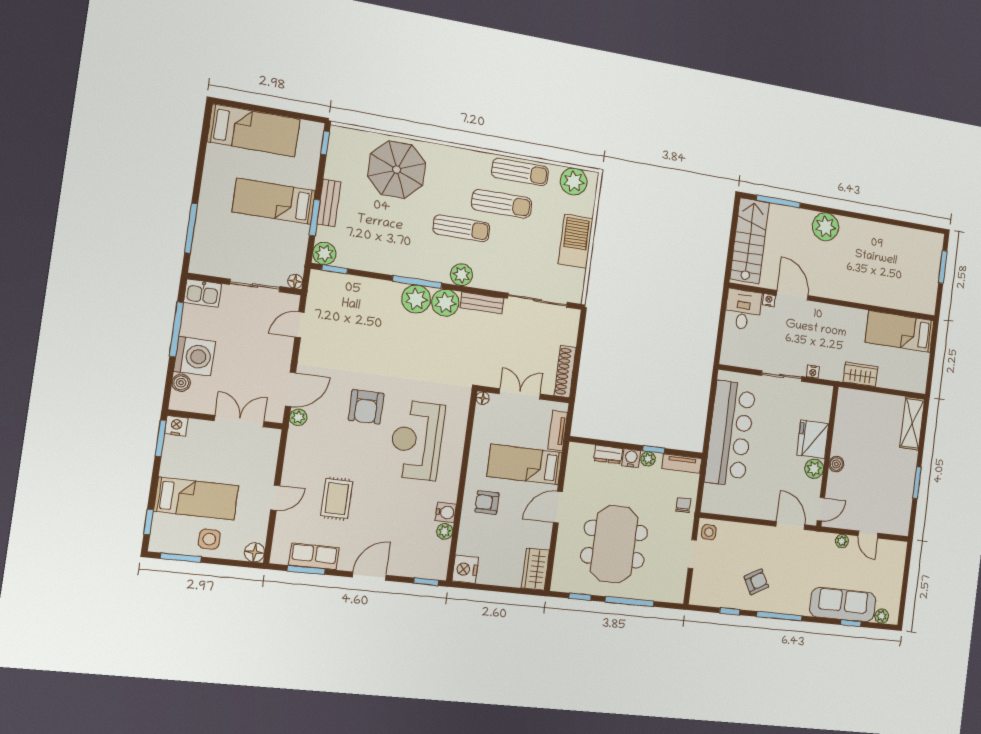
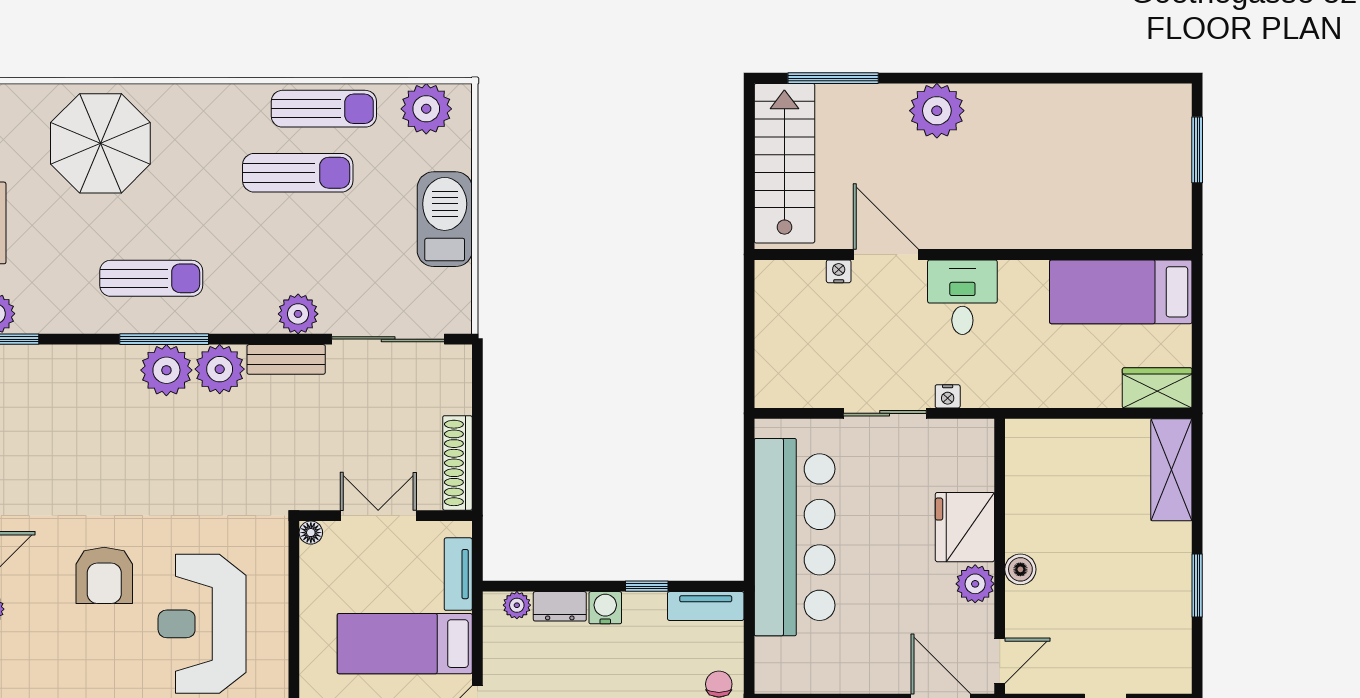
sun lounger: (461, 228) -> (151, 278), moved
plant: (462, 275) -> (298, 314), moved
desk: (743, 310) -> (962, 297), moved
wardrobe: (861, 374) -> (1157, 388), moved
plant: (648, 459) -> (517, 605), moved

